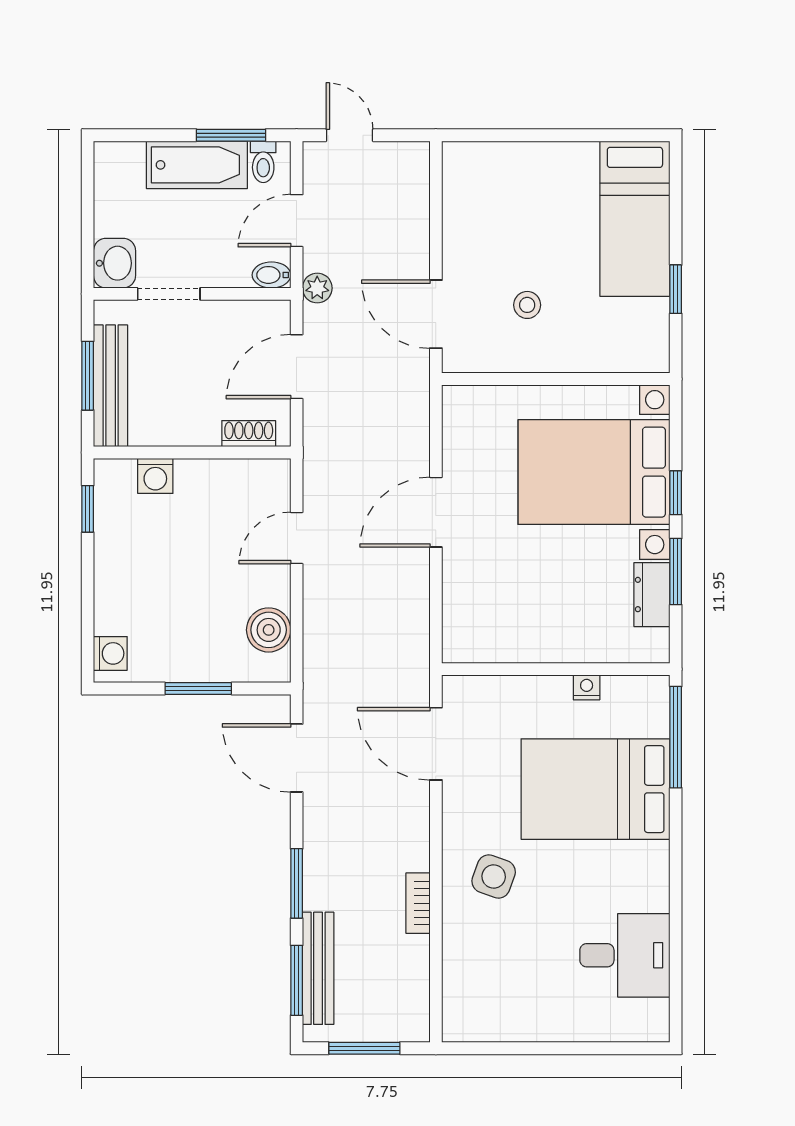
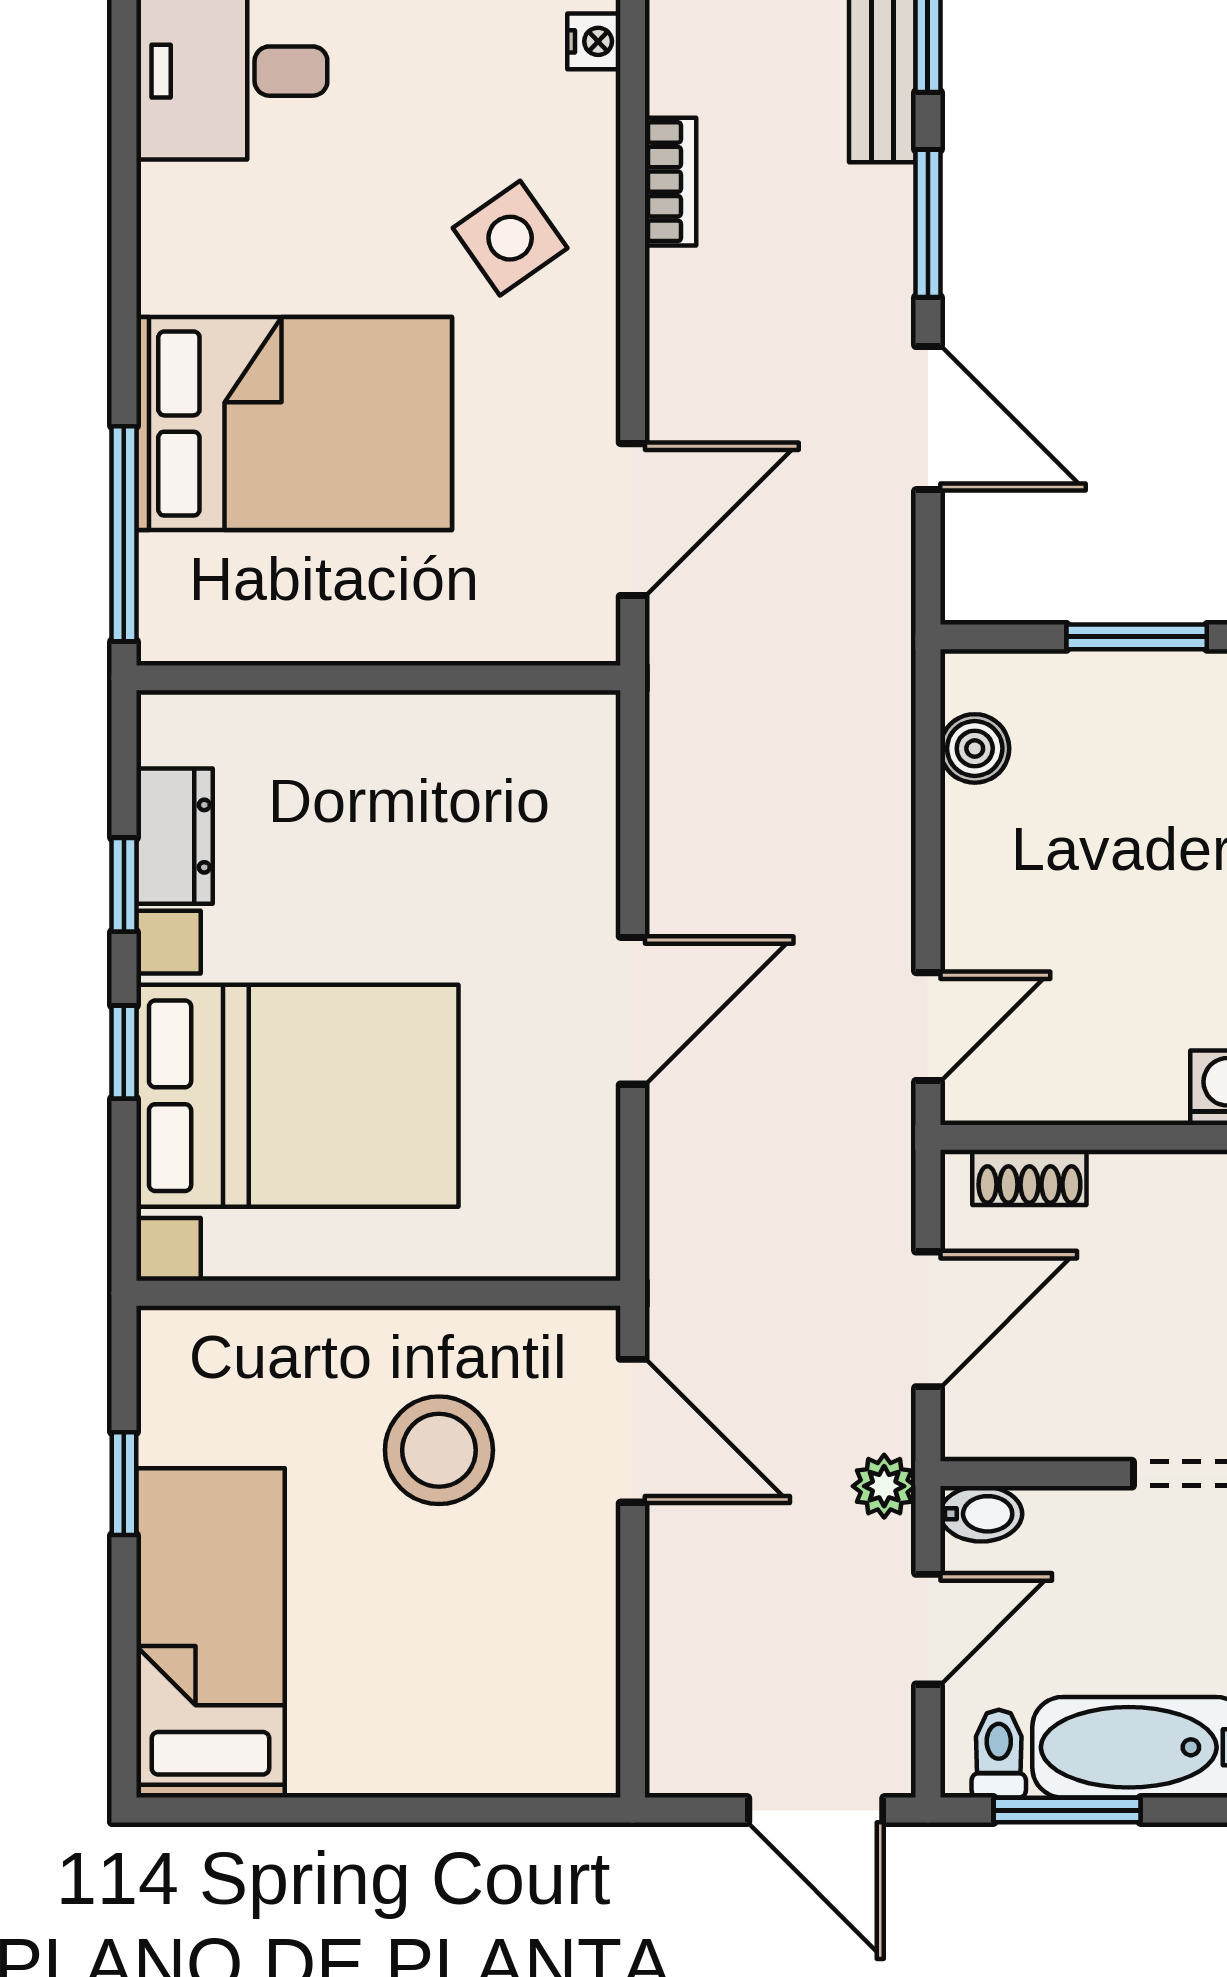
door: (350, 135) -> (816, 1810), width x1.38
stool: (527, 305) -> (439, 1450), width x1.89, depth x1.89
door: (297, 538) -> (928, 1027), moved
window: (676, 572) -> (124, 885), width x0.67
boiler: (269, 630) -> (975, 748), width x0.73, depth x0.73
nightstand: (587, 687) -> (594, 41), moved, turned -90
door: (436, 744) -> (633, 520), hinge flipped
door: (297, 758) -> (928, 418), moved
side table: (494, 877) -> (510, 238), turned 35

